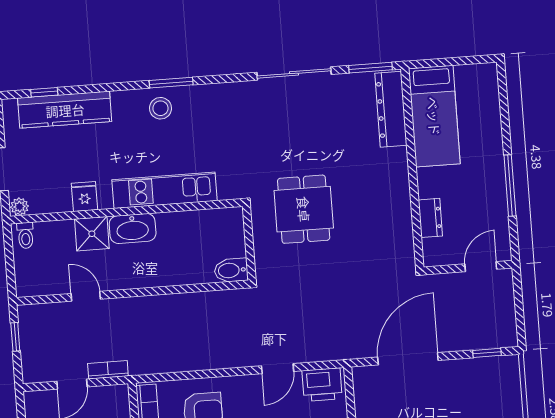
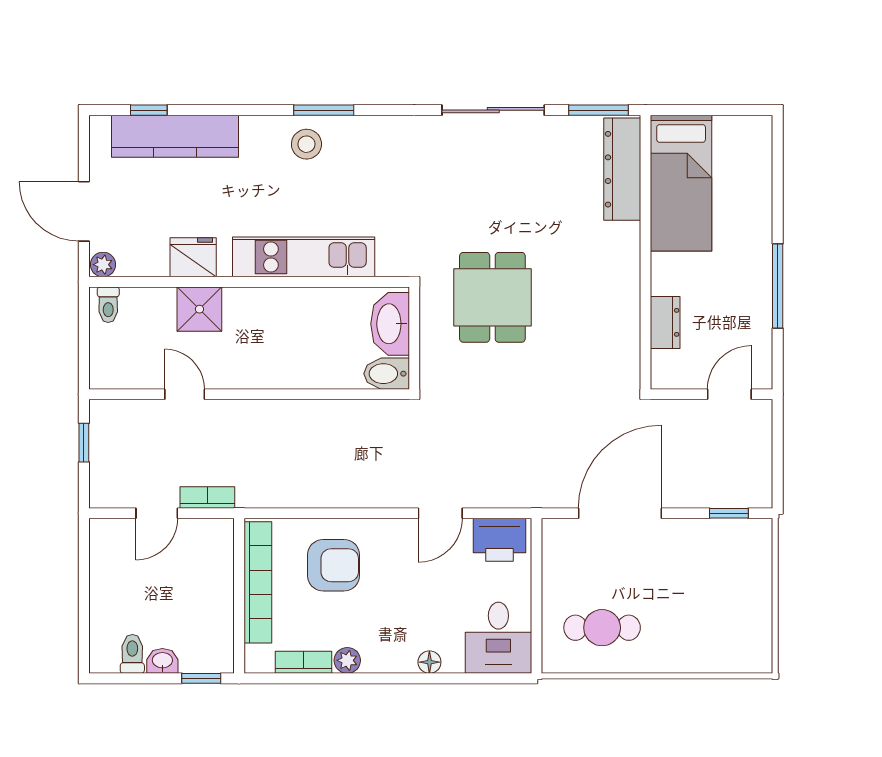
fridge: (84, 196) -> (193, 257), width x1.38
washbasin: (133, 228) -> (390, 324), moved, turned 90

